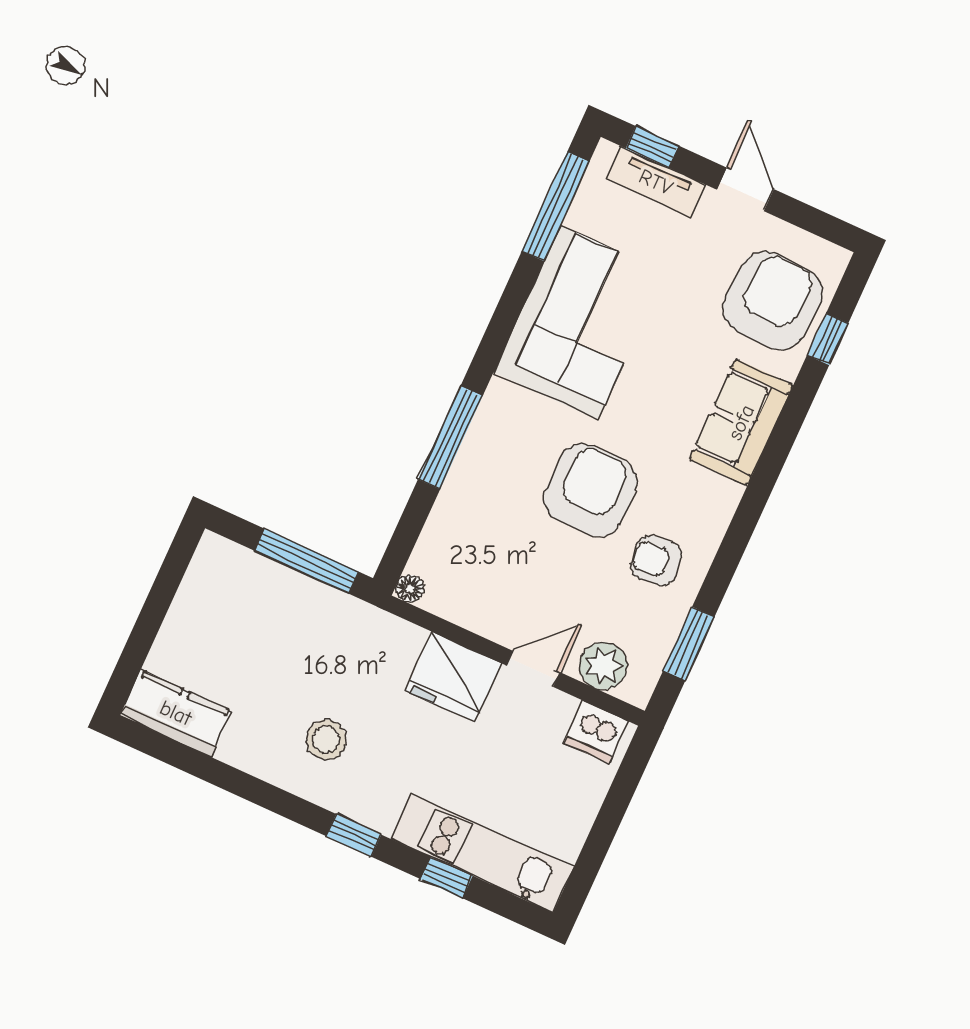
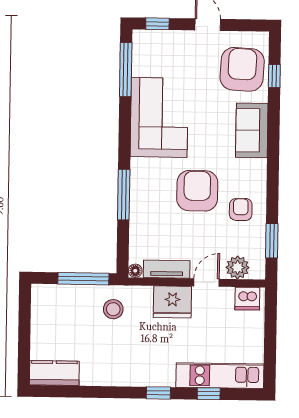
tv unit: (656, 182) -> (167, 269), moved, turned 180
armchair: (656, 561) -> (241, 209), turned 96
stool: (326, 740) -> (113, 309), moved

